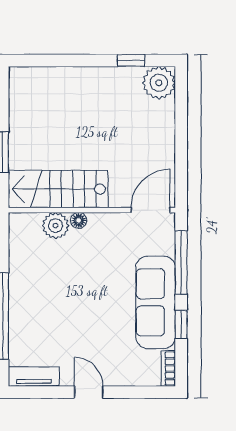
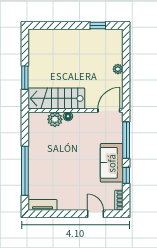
plant: (159, 83) -> (118, 69), moved, width x0.53, depth x0.53
sofa: (156, 302) -> (112, 163), width x0.73
door: (89, 392) -> (95, 214), moved

